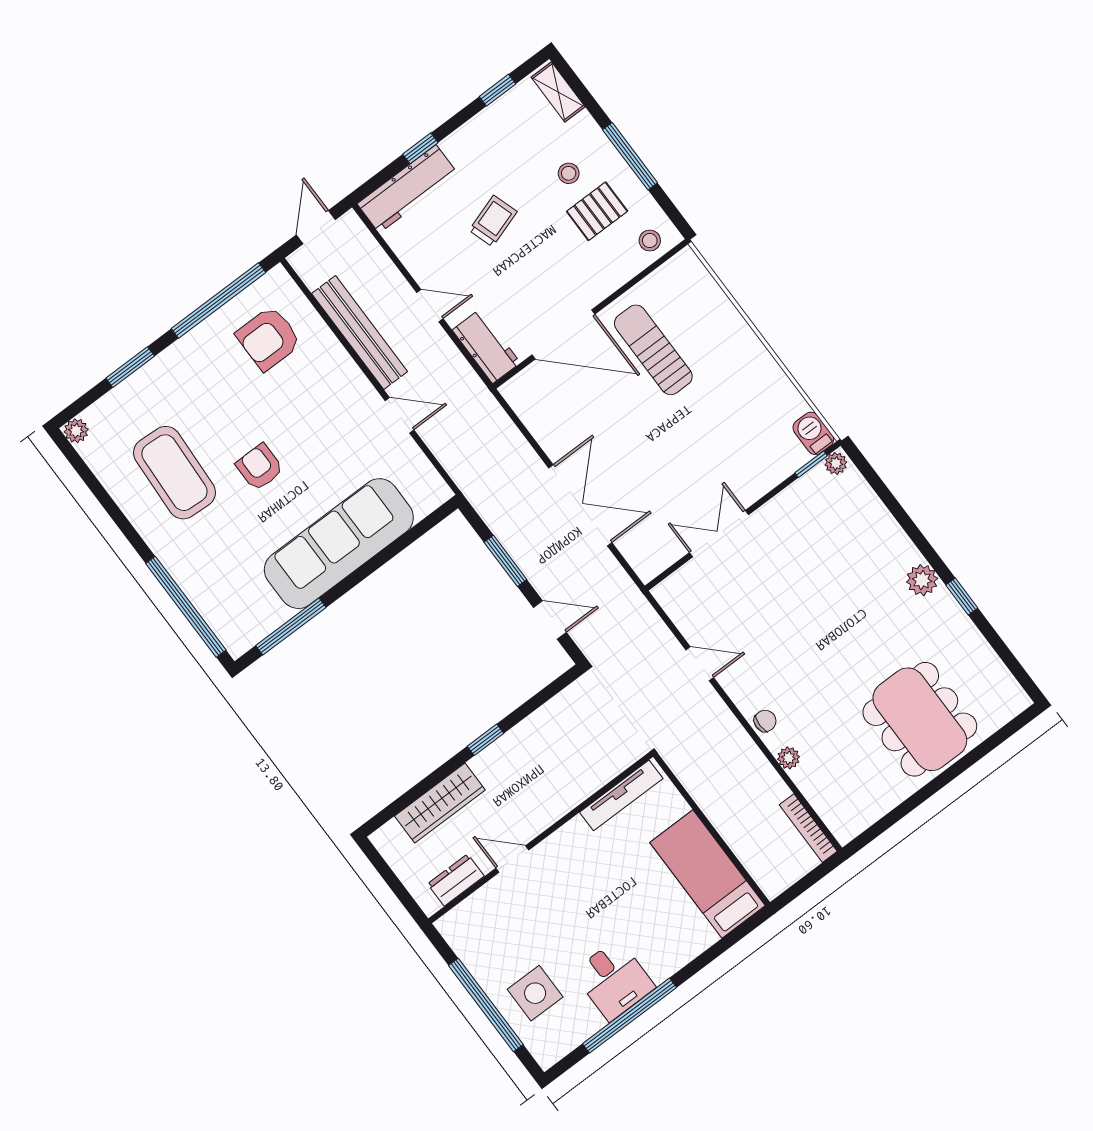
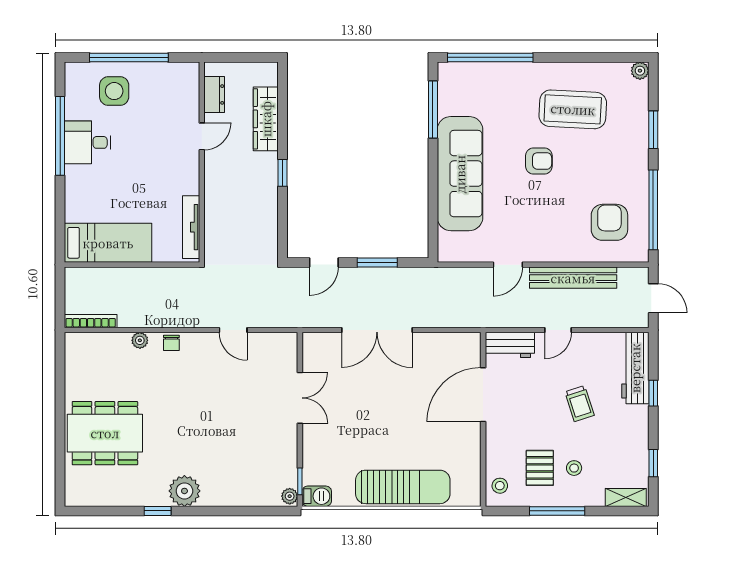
sun lounger: (653, 350) -> (403, 487), moved, width x1.36, depth x1.34
plant: (922, 580) -> (184, 491), width x1.36, depth x1.36
door: (700, 664) -> (233, 330), hinge flipped

